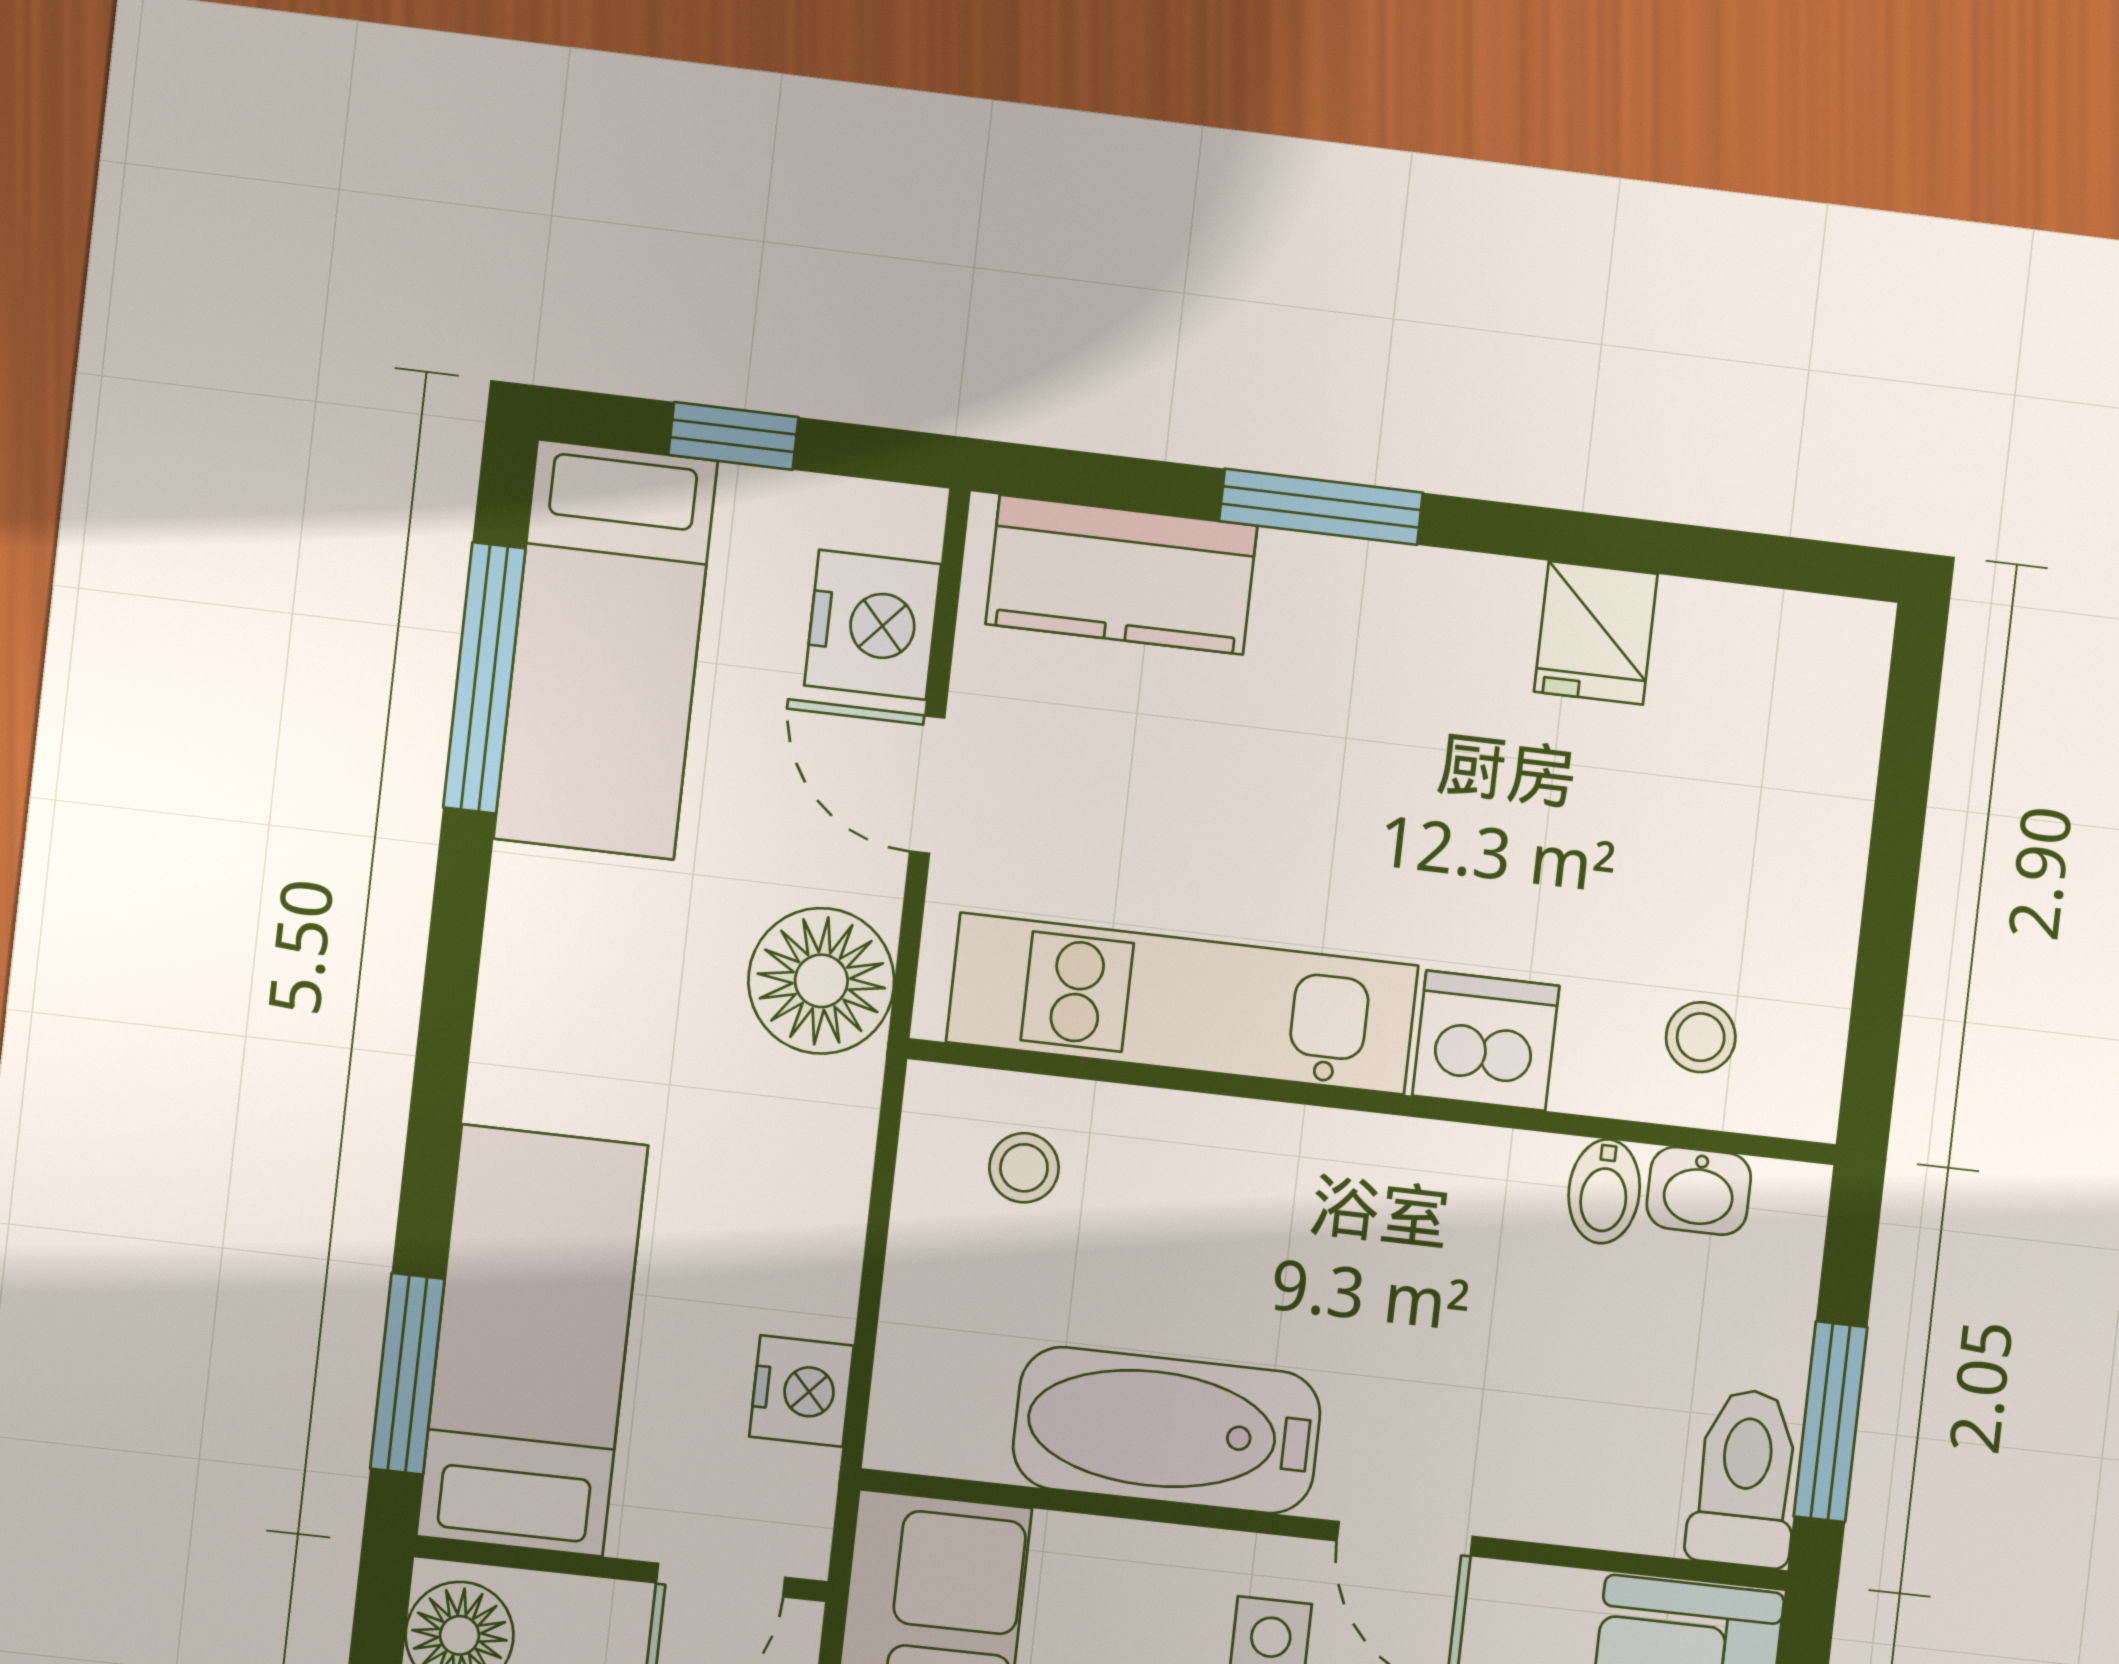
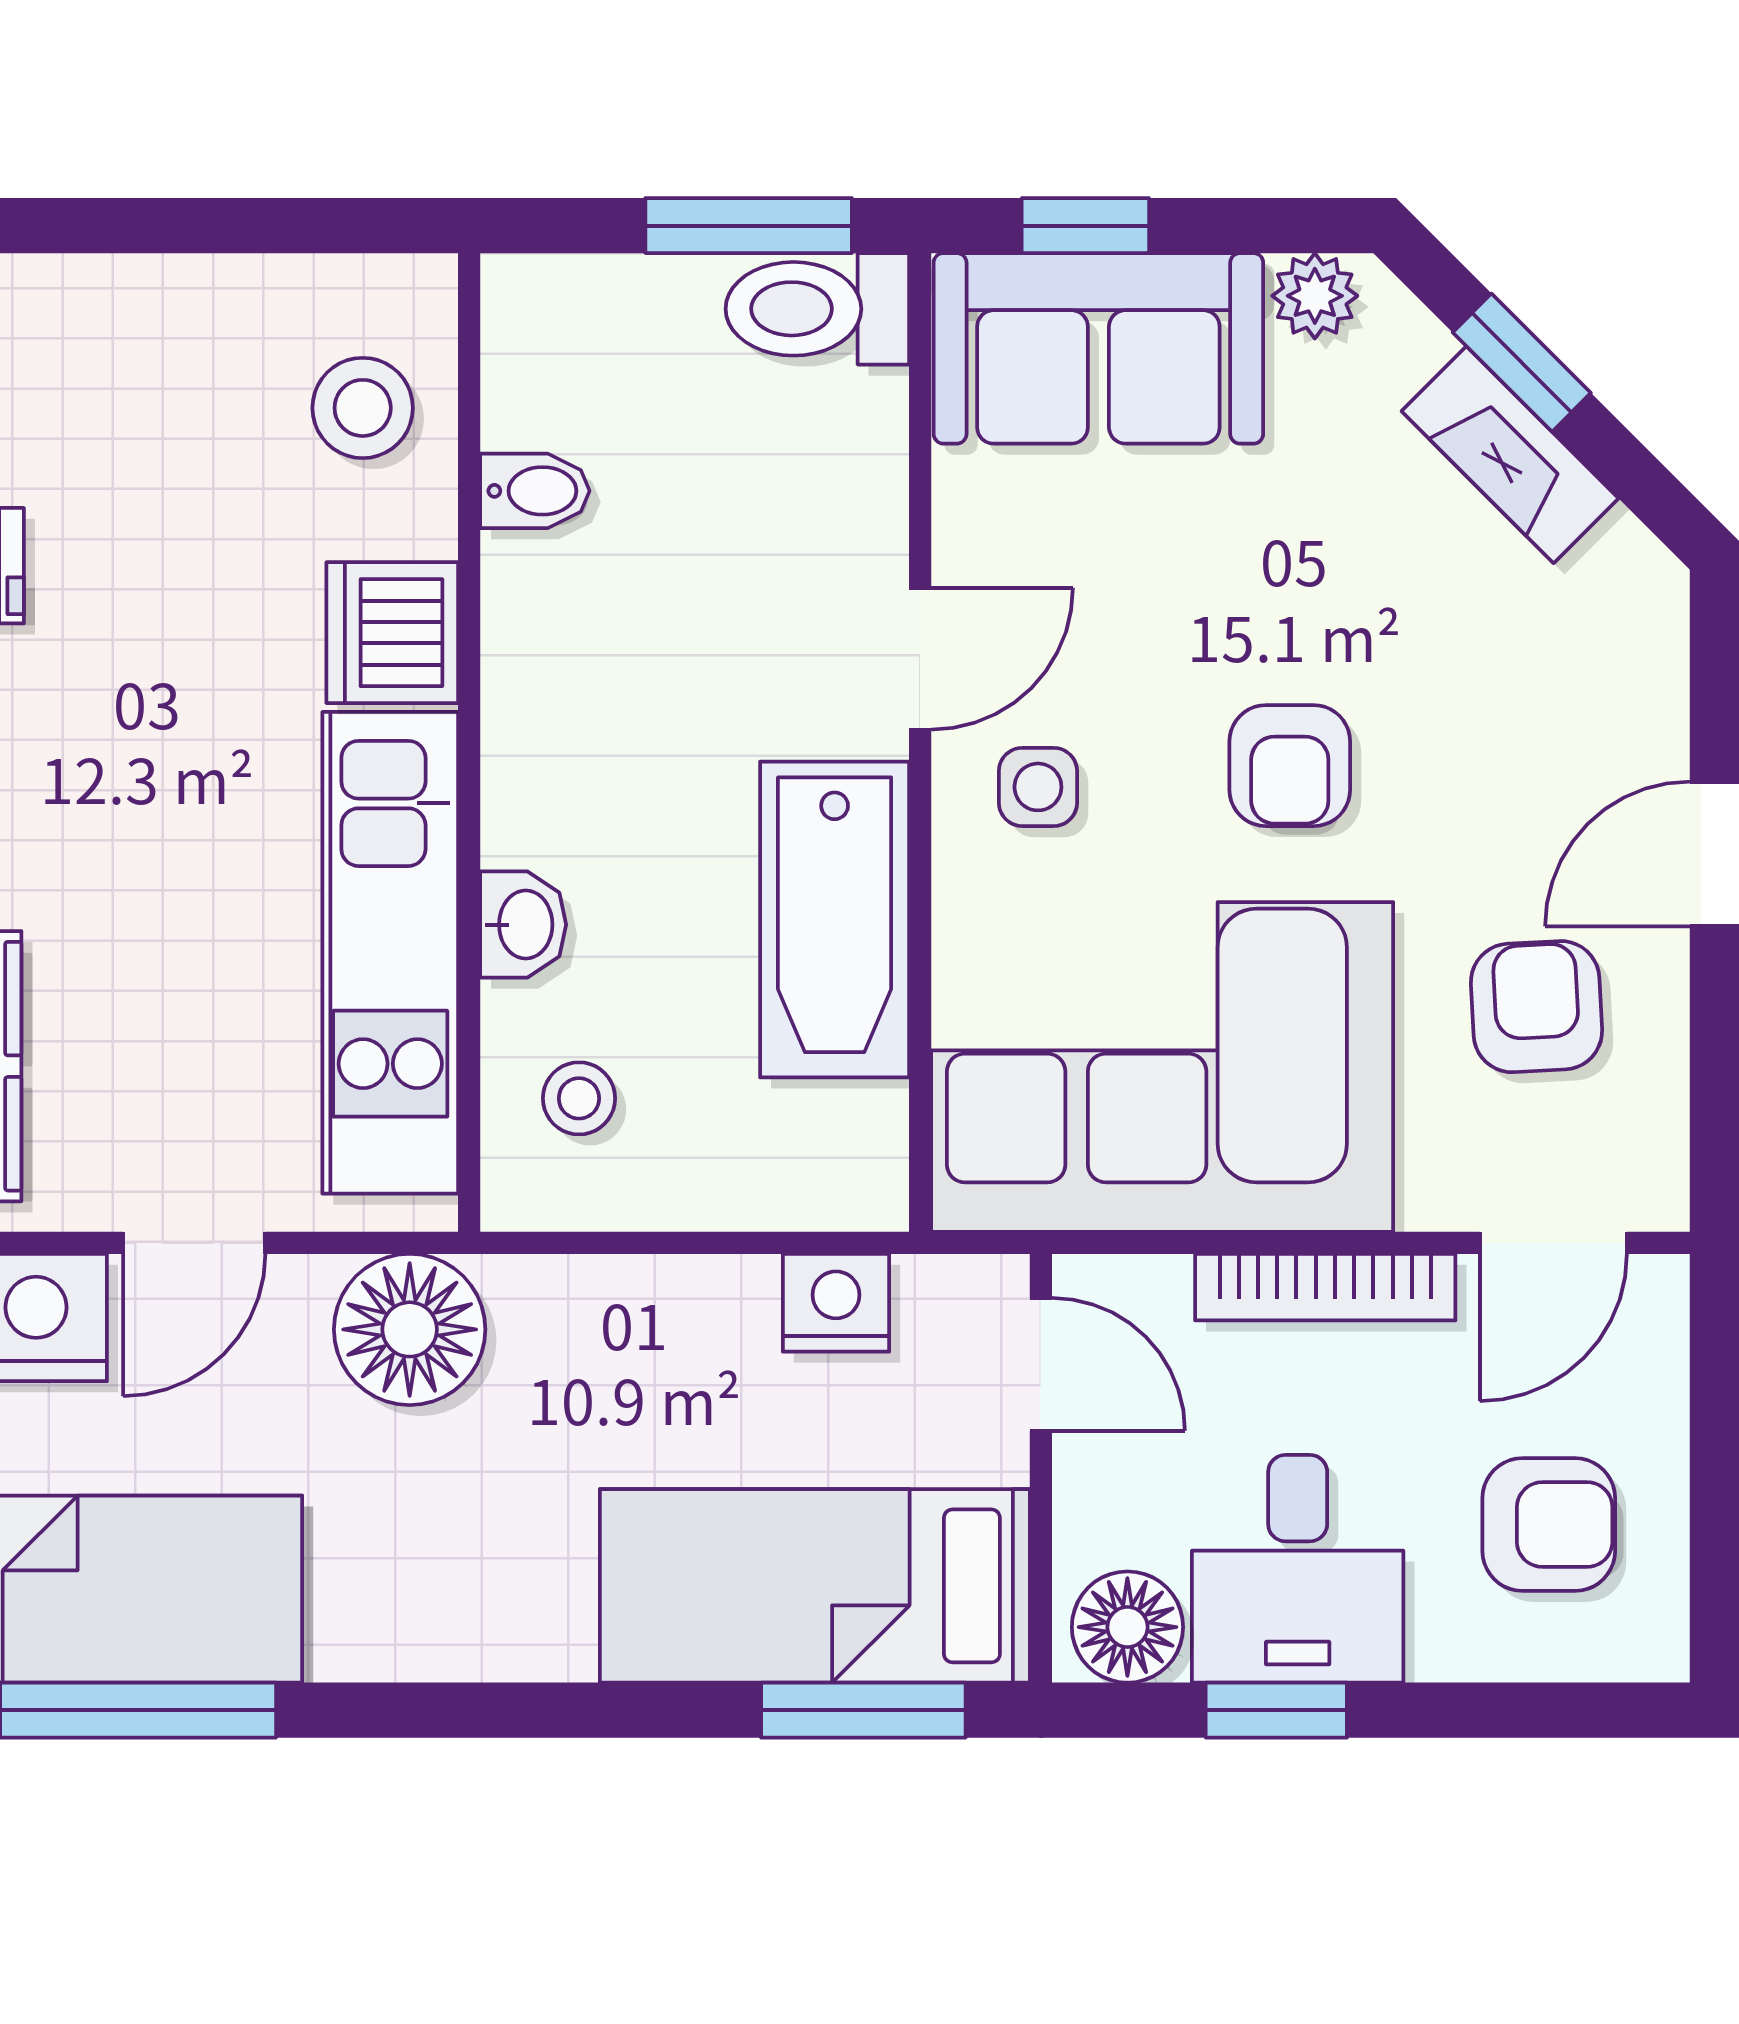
stool: (1701, 1037) -> (363, 408), width x1.37, depth x1.37
washbasin: (1699, 1191) -> (523, 925), moved

